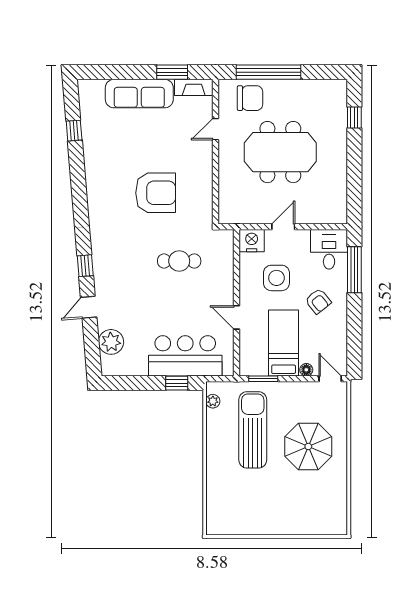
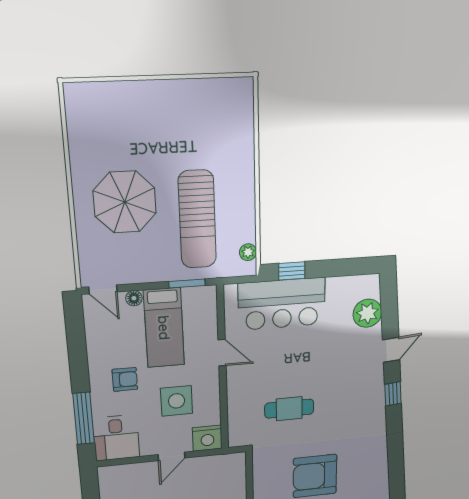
armchair: (318, 301) -> (125, 379), turned 129

